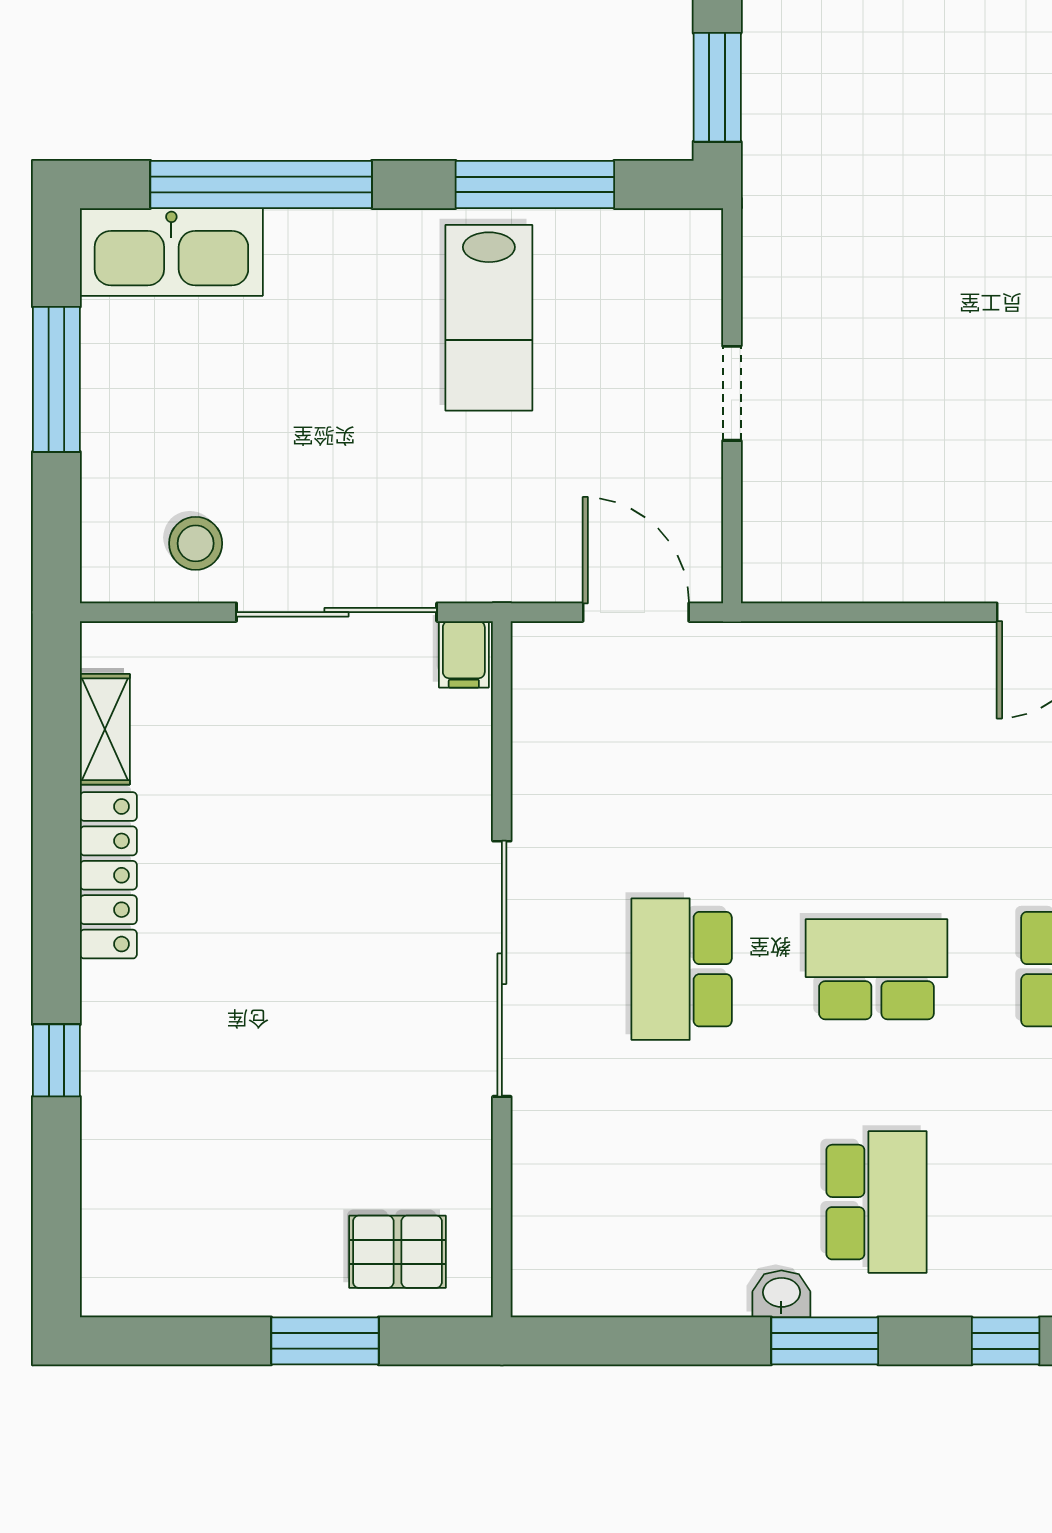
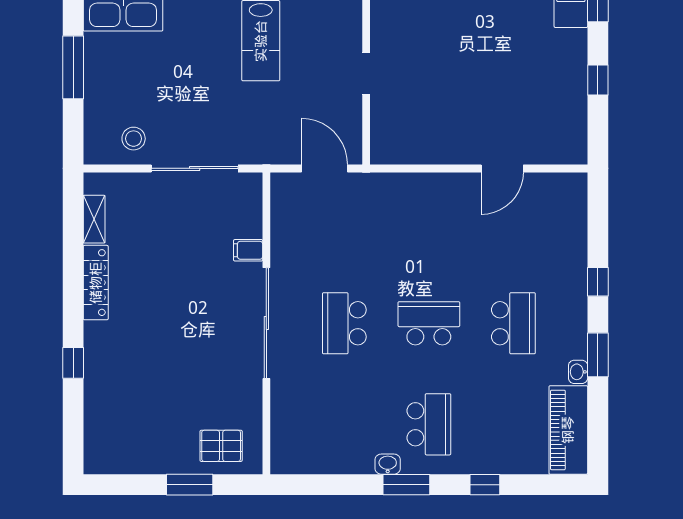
filing cabinet: (464, 654) -> (248, 250), moved, turned 90

